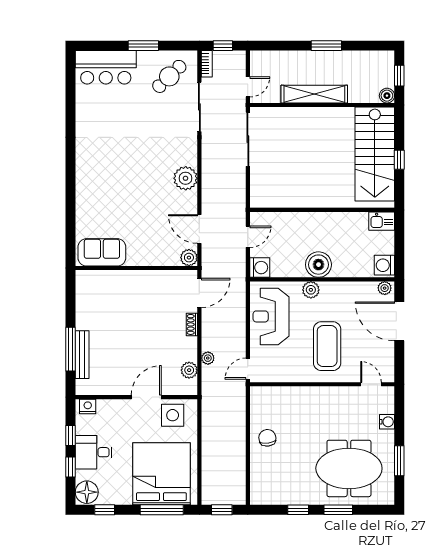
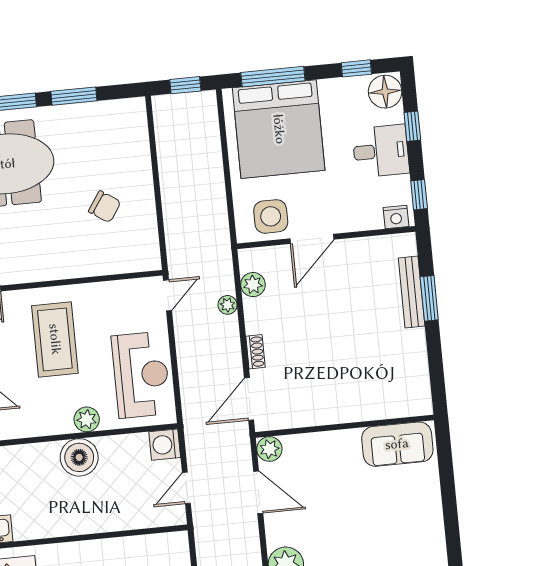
window: (71, 349) -> (429, 298), width x0.69
window: (71, 435) -> (419, 195), moved
chair: (267, 438) -> (105, 207), moved, turned -49
window: (298, 510) -> (74, 96), width x1.50

